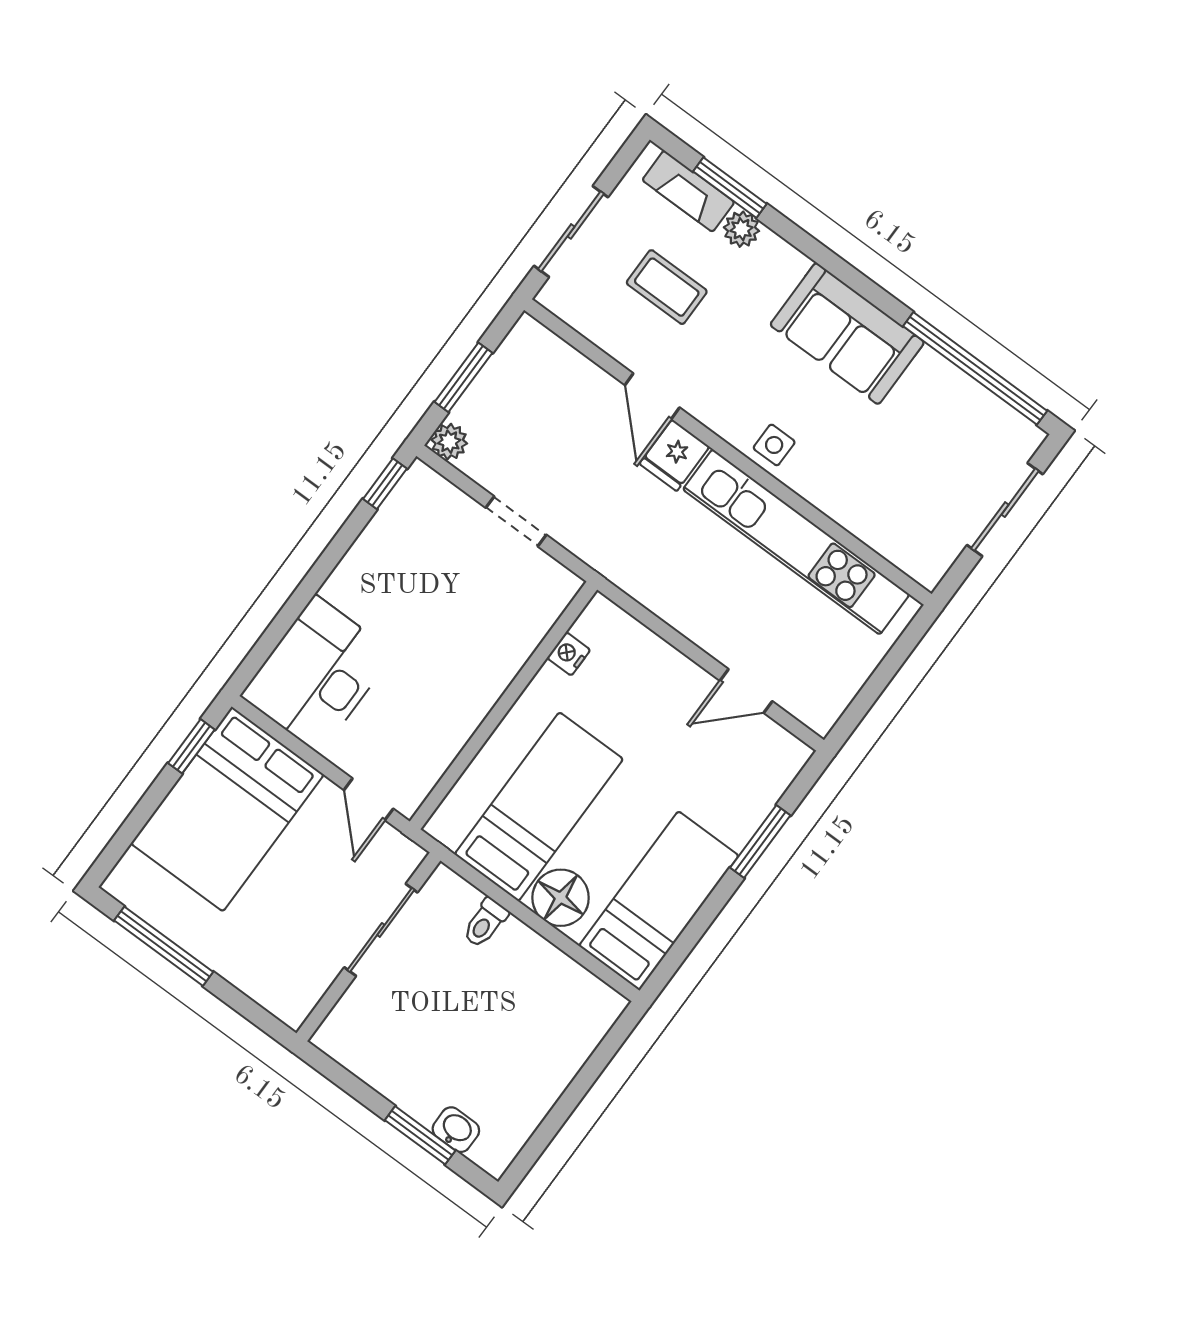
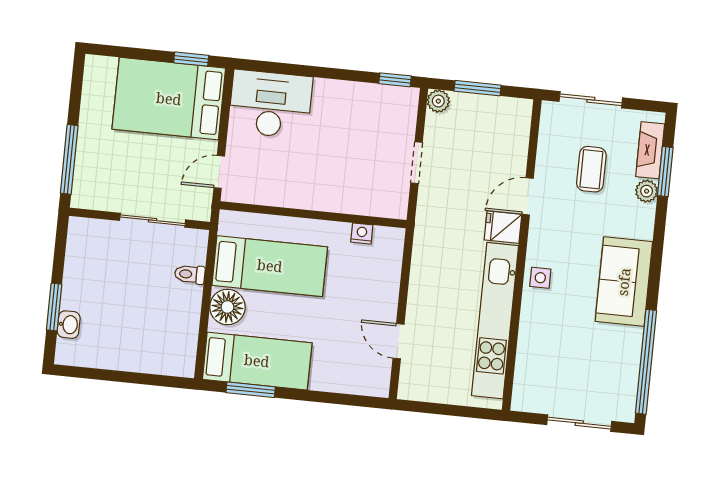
window: (760, 841) -> (251, 390), moved
window: (164, 946) -> (69, 159), moved

